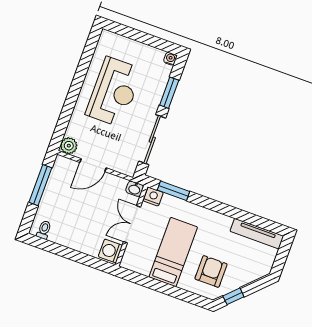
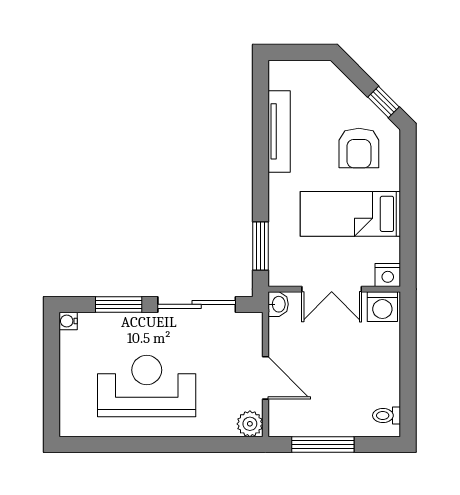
nightstand: (153, 197) -> (388, 275), moved, turned -90
tv unit: (257, 234) -> (279, 131), moved
armchair: (211, 271) -> (359, 148), turned -90

